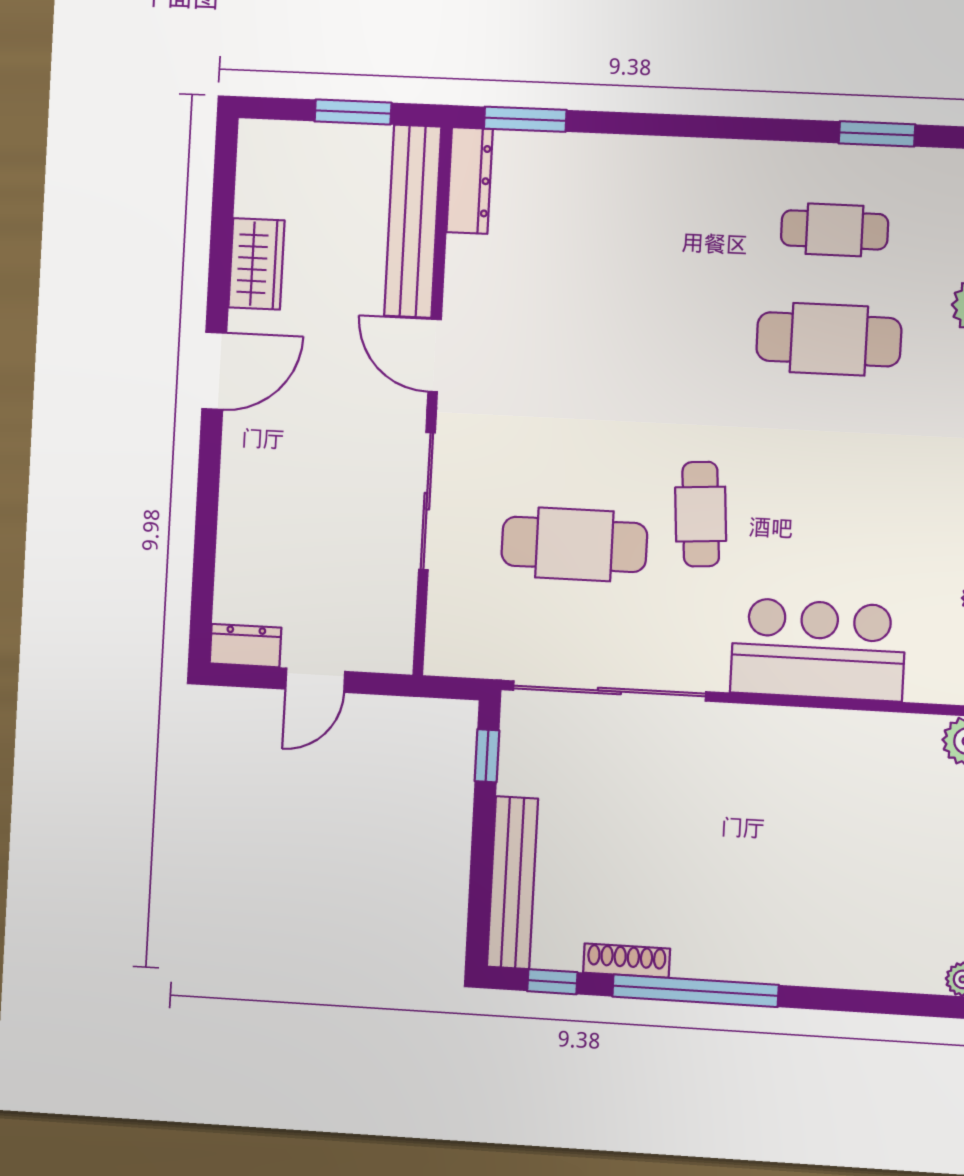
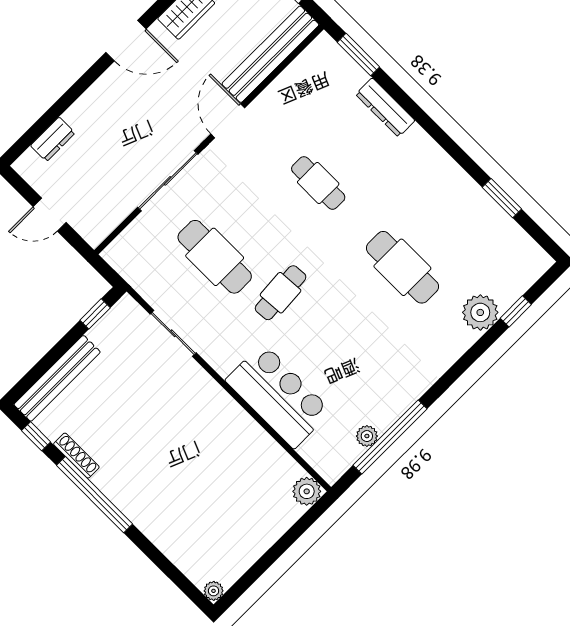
dresser: (470, 181) -> (385, 107), moved, turned 90
cafe table: (835, 230) -> (318, 183), moved
dresser: (246, 646) -> (53, 139), moved, turned 90
sliding door: (609, 691) -> (173, 333), width x0.54

